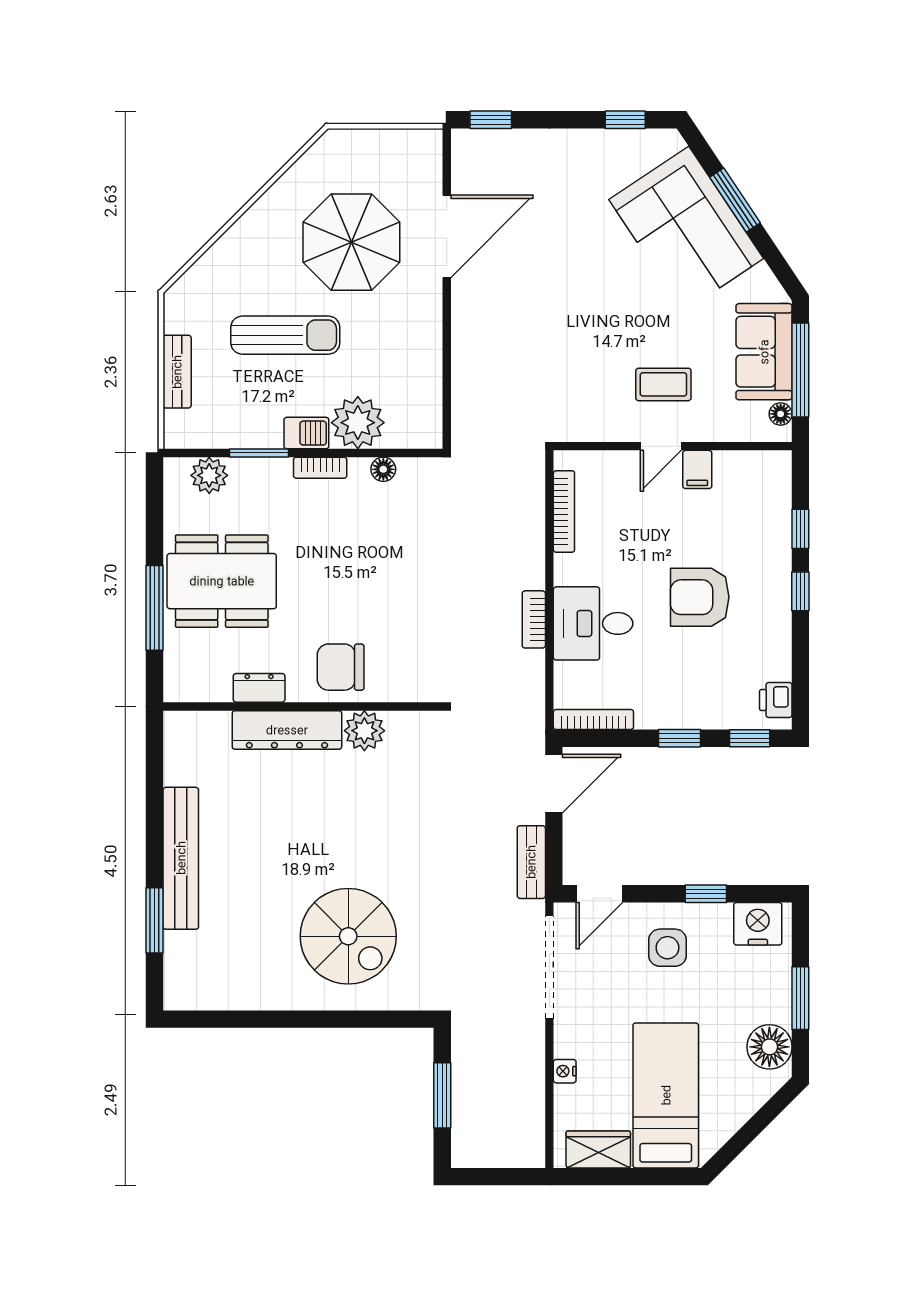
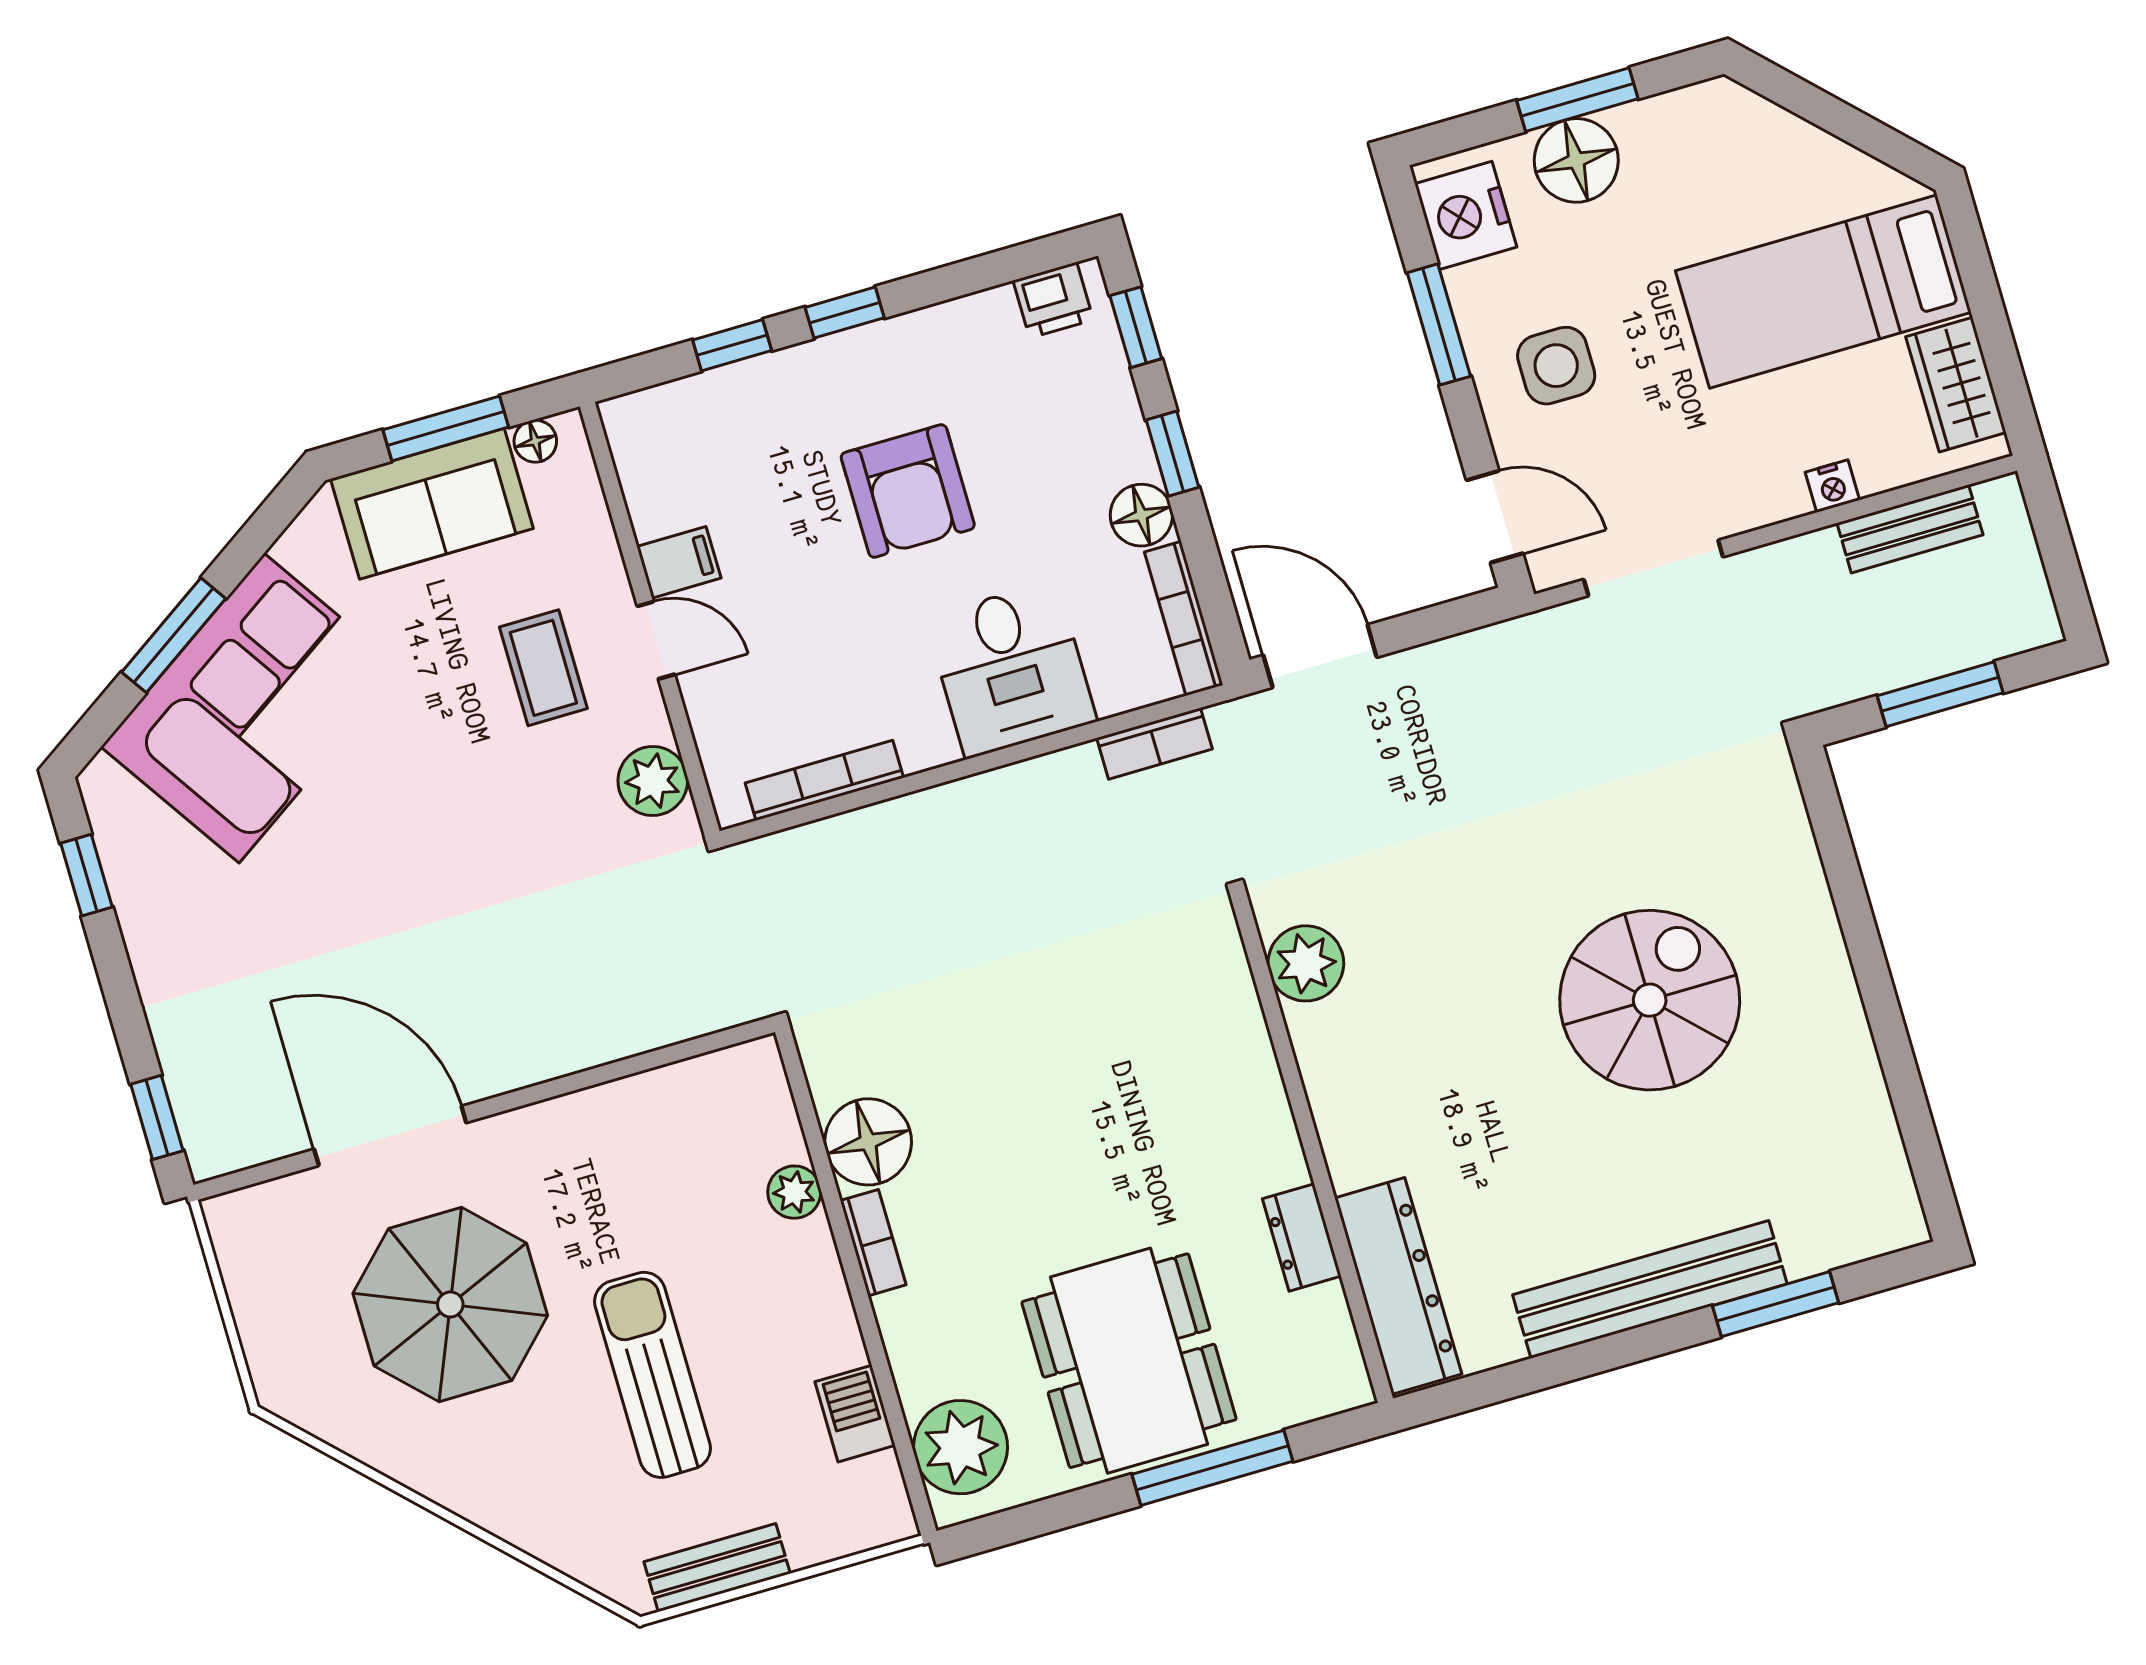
window: (800, 370) -> (446, 428), width x0.69
bench: (177, 372) -> (717, 1568), moved
plant: (358, 423) -> (794, 1192), width x0.53, depth x0.53
plant: (589, 424) -> (653, 781), added
barbecue: (306, 433) -> (855, 1414), moved
window: (259, 453) -> (879, 1360), removed
floor lamp: (383, 469) -> (868, 1142), width x1.89, depth x1.89
plant: (209, 475) -> (961, 1447), width x1.36, depth x1.36
bookcase: (534, 619) -> (1155, 744), moved
chair: (341, 667) -> (1222, 1101), removed
floor lamp: (653, 713) -> (1141, 515), added
dresser: (287, 730) -> (1398, 1286), moved
plant: (364, 731) -> (1306, 963), moved
bench: (531, 862) -> (1910, 529), moved
window: (706, 894) -> (1439, 324), width x1.50
spiral stairs: (348, 936) -> (1650, 1000), moved
doorway: (549, 967) -> (1653, 568), width x0.73
floor lamp: (769, 1047) -> (1576, 160), moved

